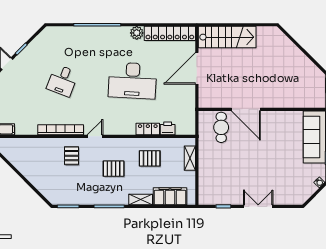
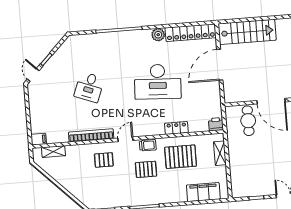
printer: (168, 128) -> (216, 124), moved
trolley: (117, 144) -> (148, 145), added
pallet: (72, 156) -> (104, 160), turned 90
pallet: (150, 158) -> (181, 157), width x1.50, depth x1.42
shelving: (141, 200) -> (53, 152), moved

